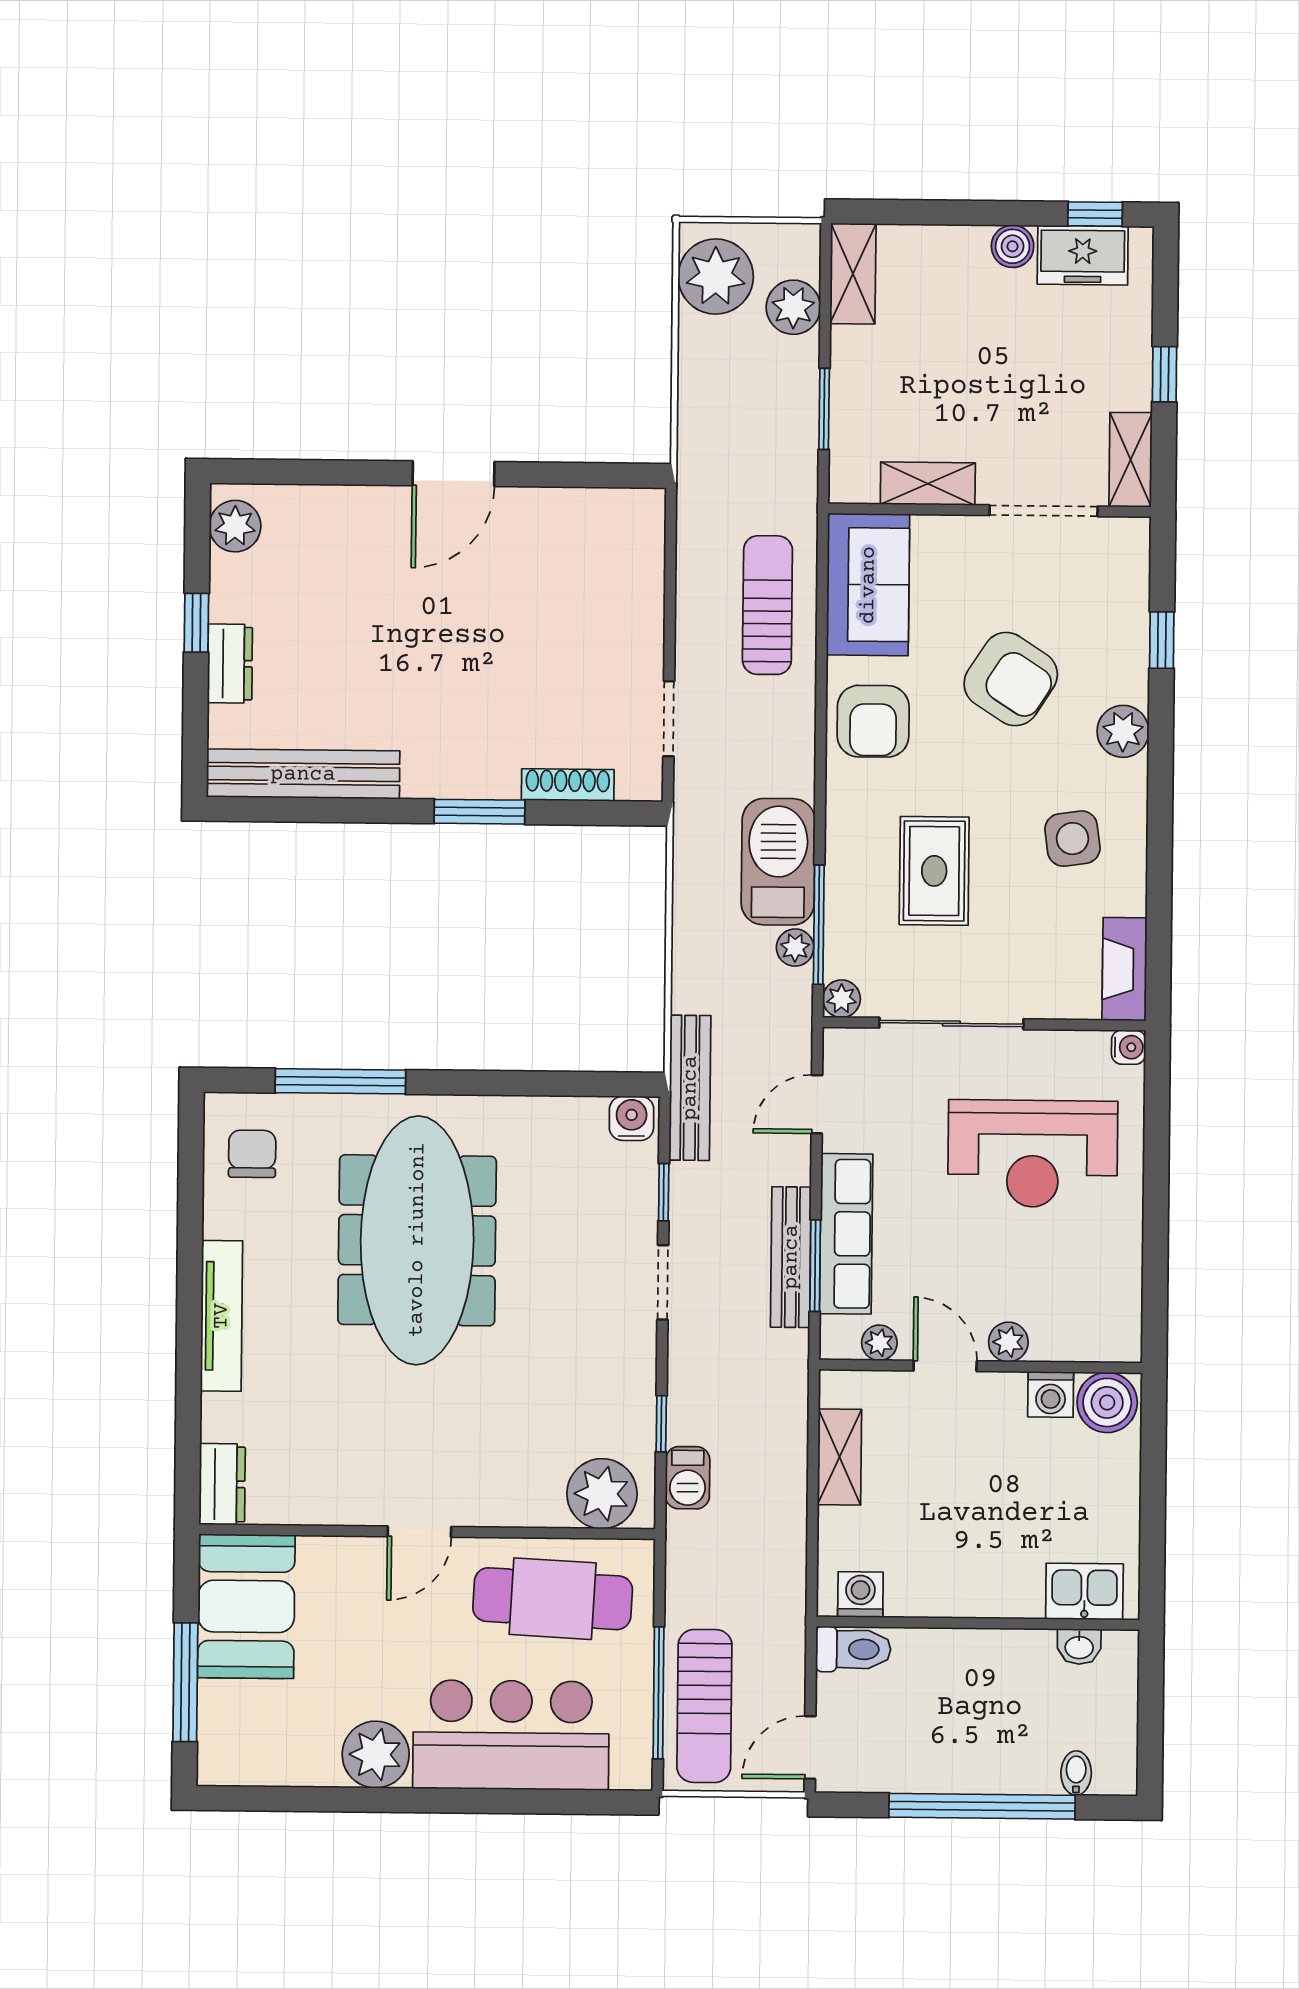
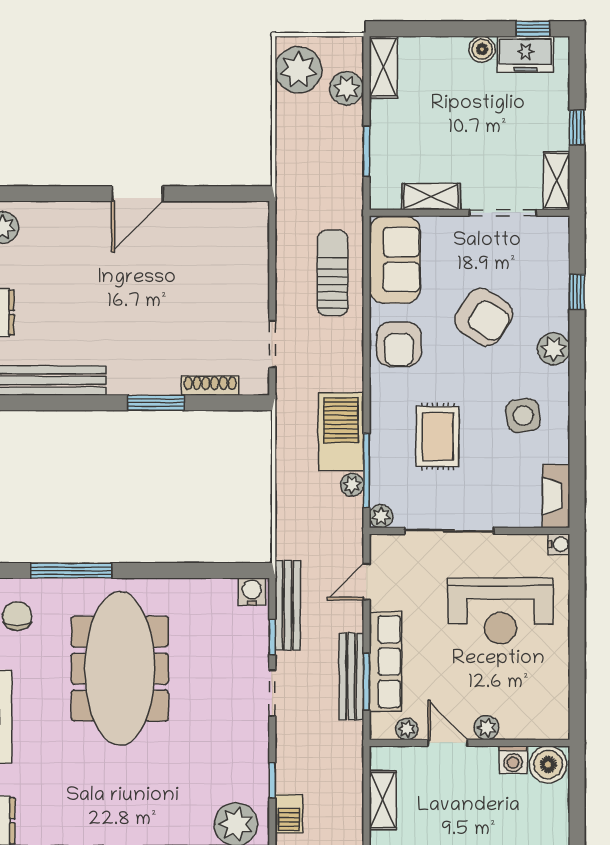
bench: (690, 1088) -> (288, 605), moved

